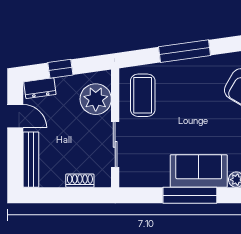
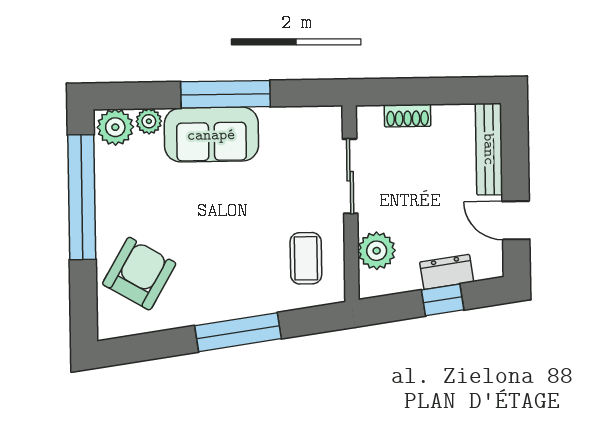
dresser: (40, 88) -> (447, 272), moved
coffee table: (143, 95) -> (306, 258), width x0.73, depth x0.77
plant: (96, 99) -> (377, 251), width x0.73, depth x0.73

